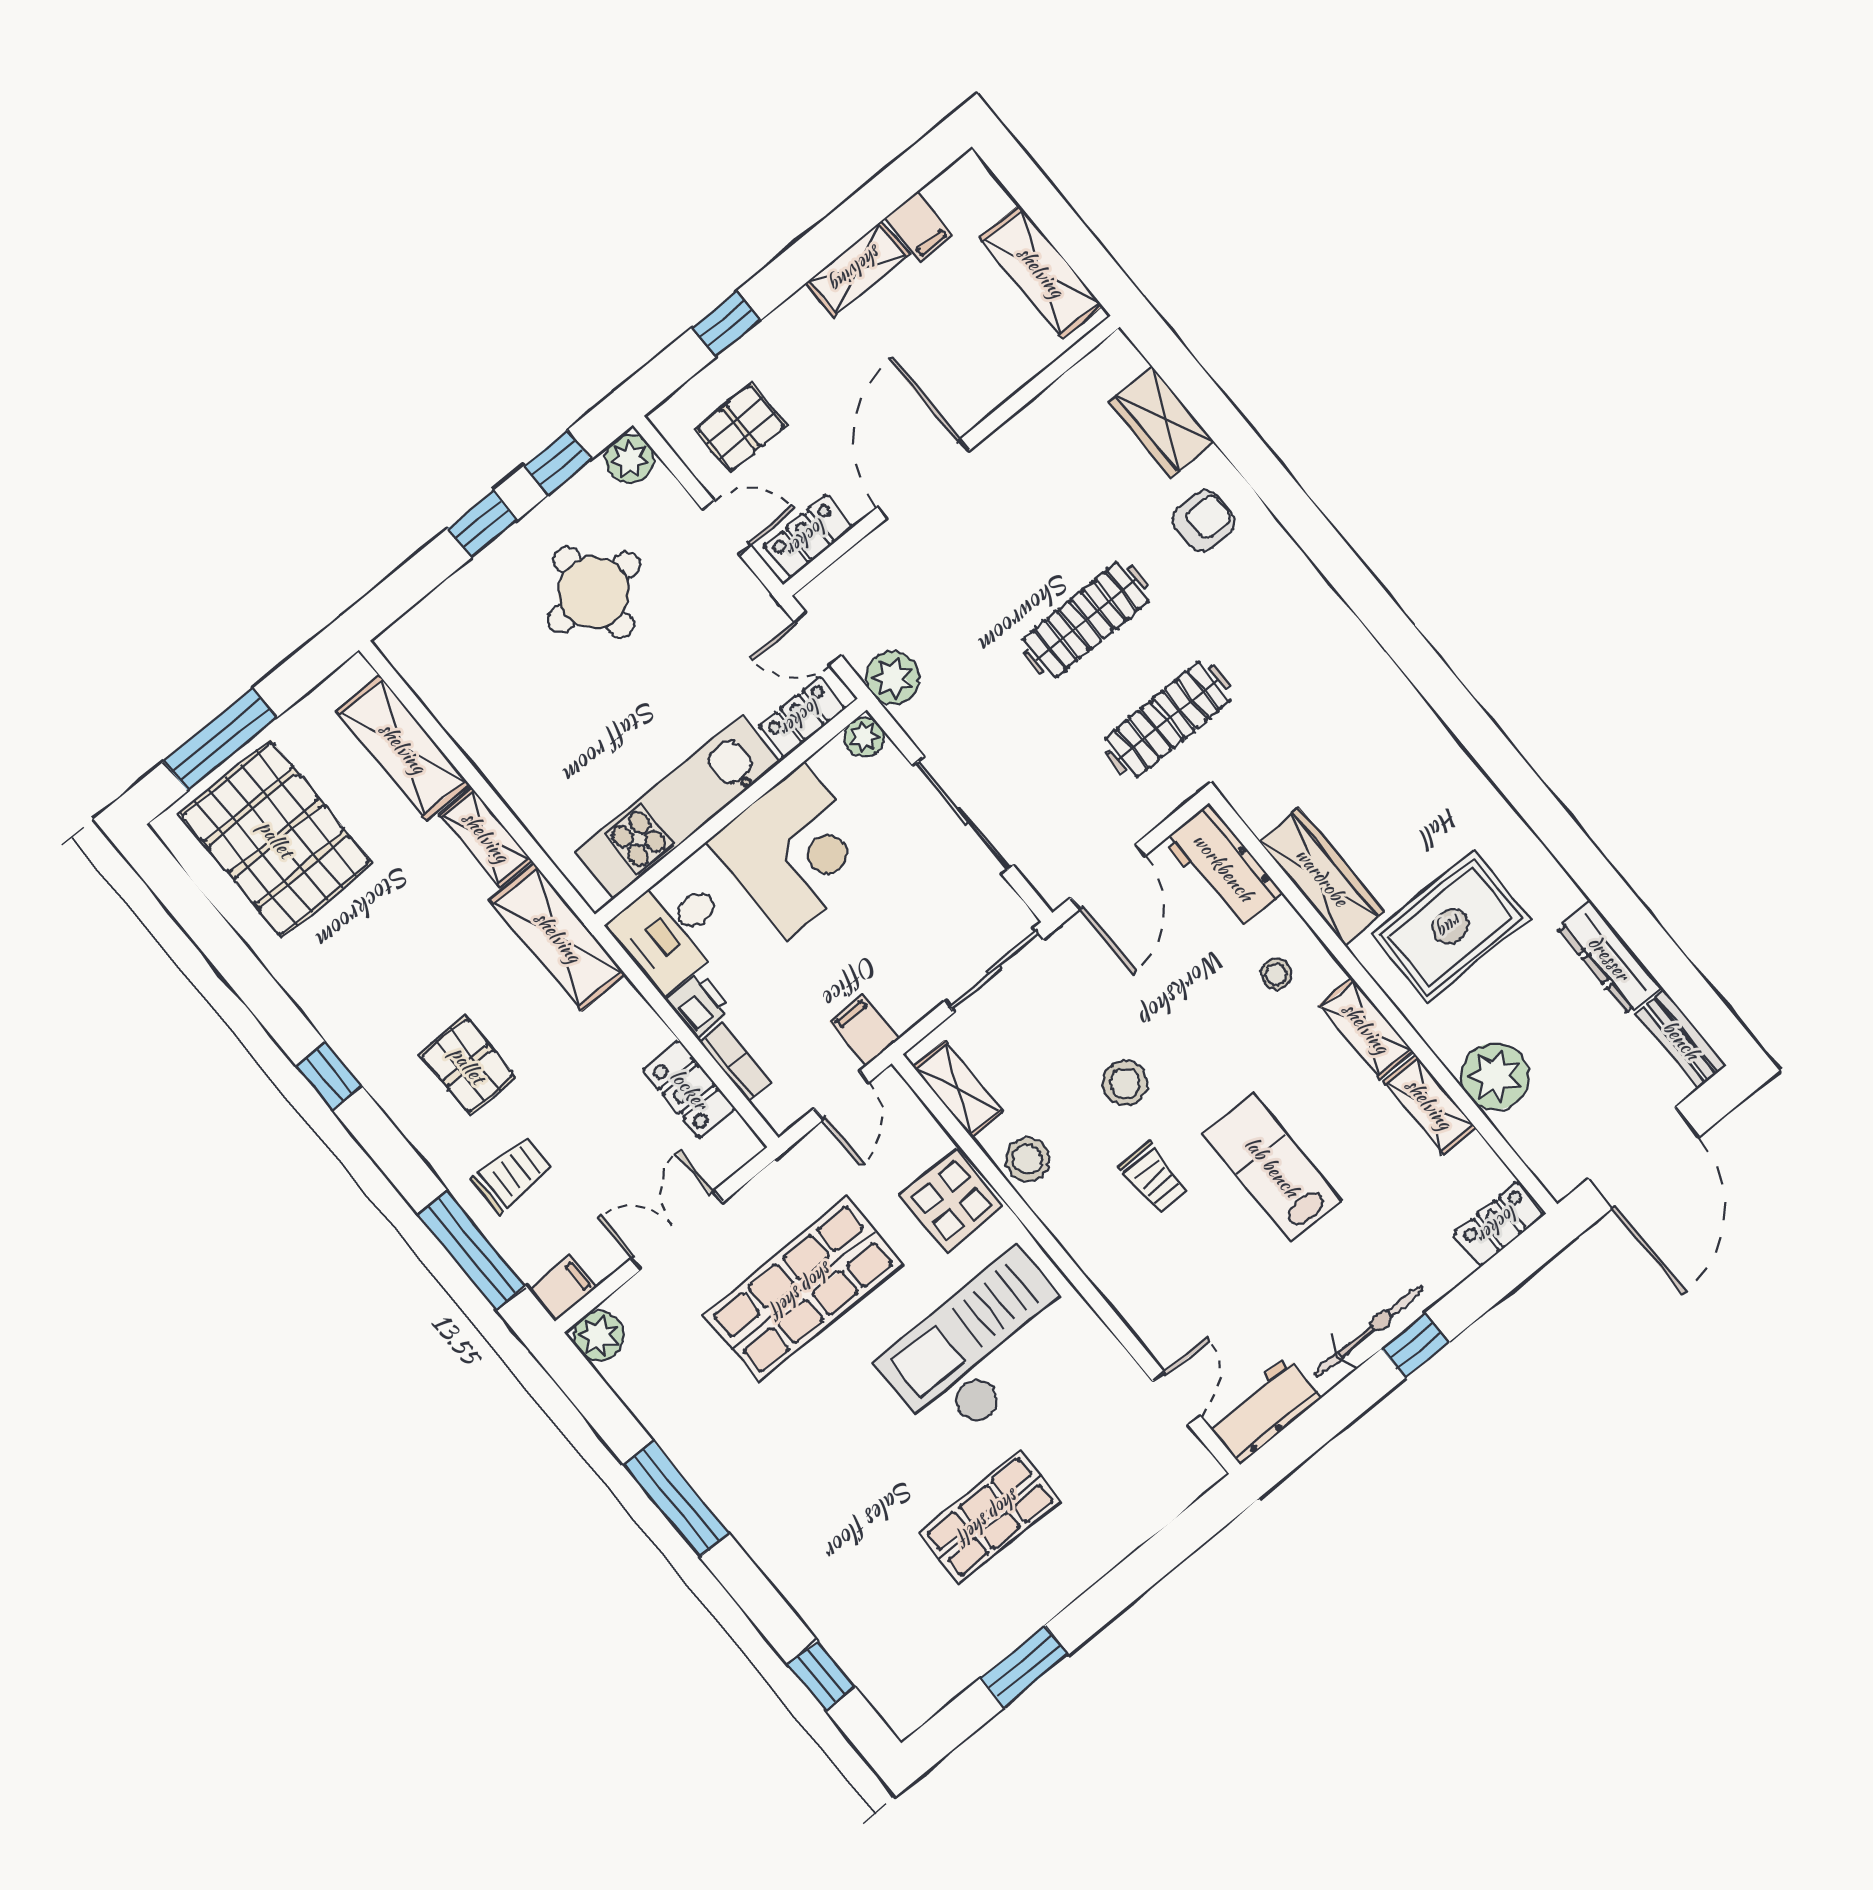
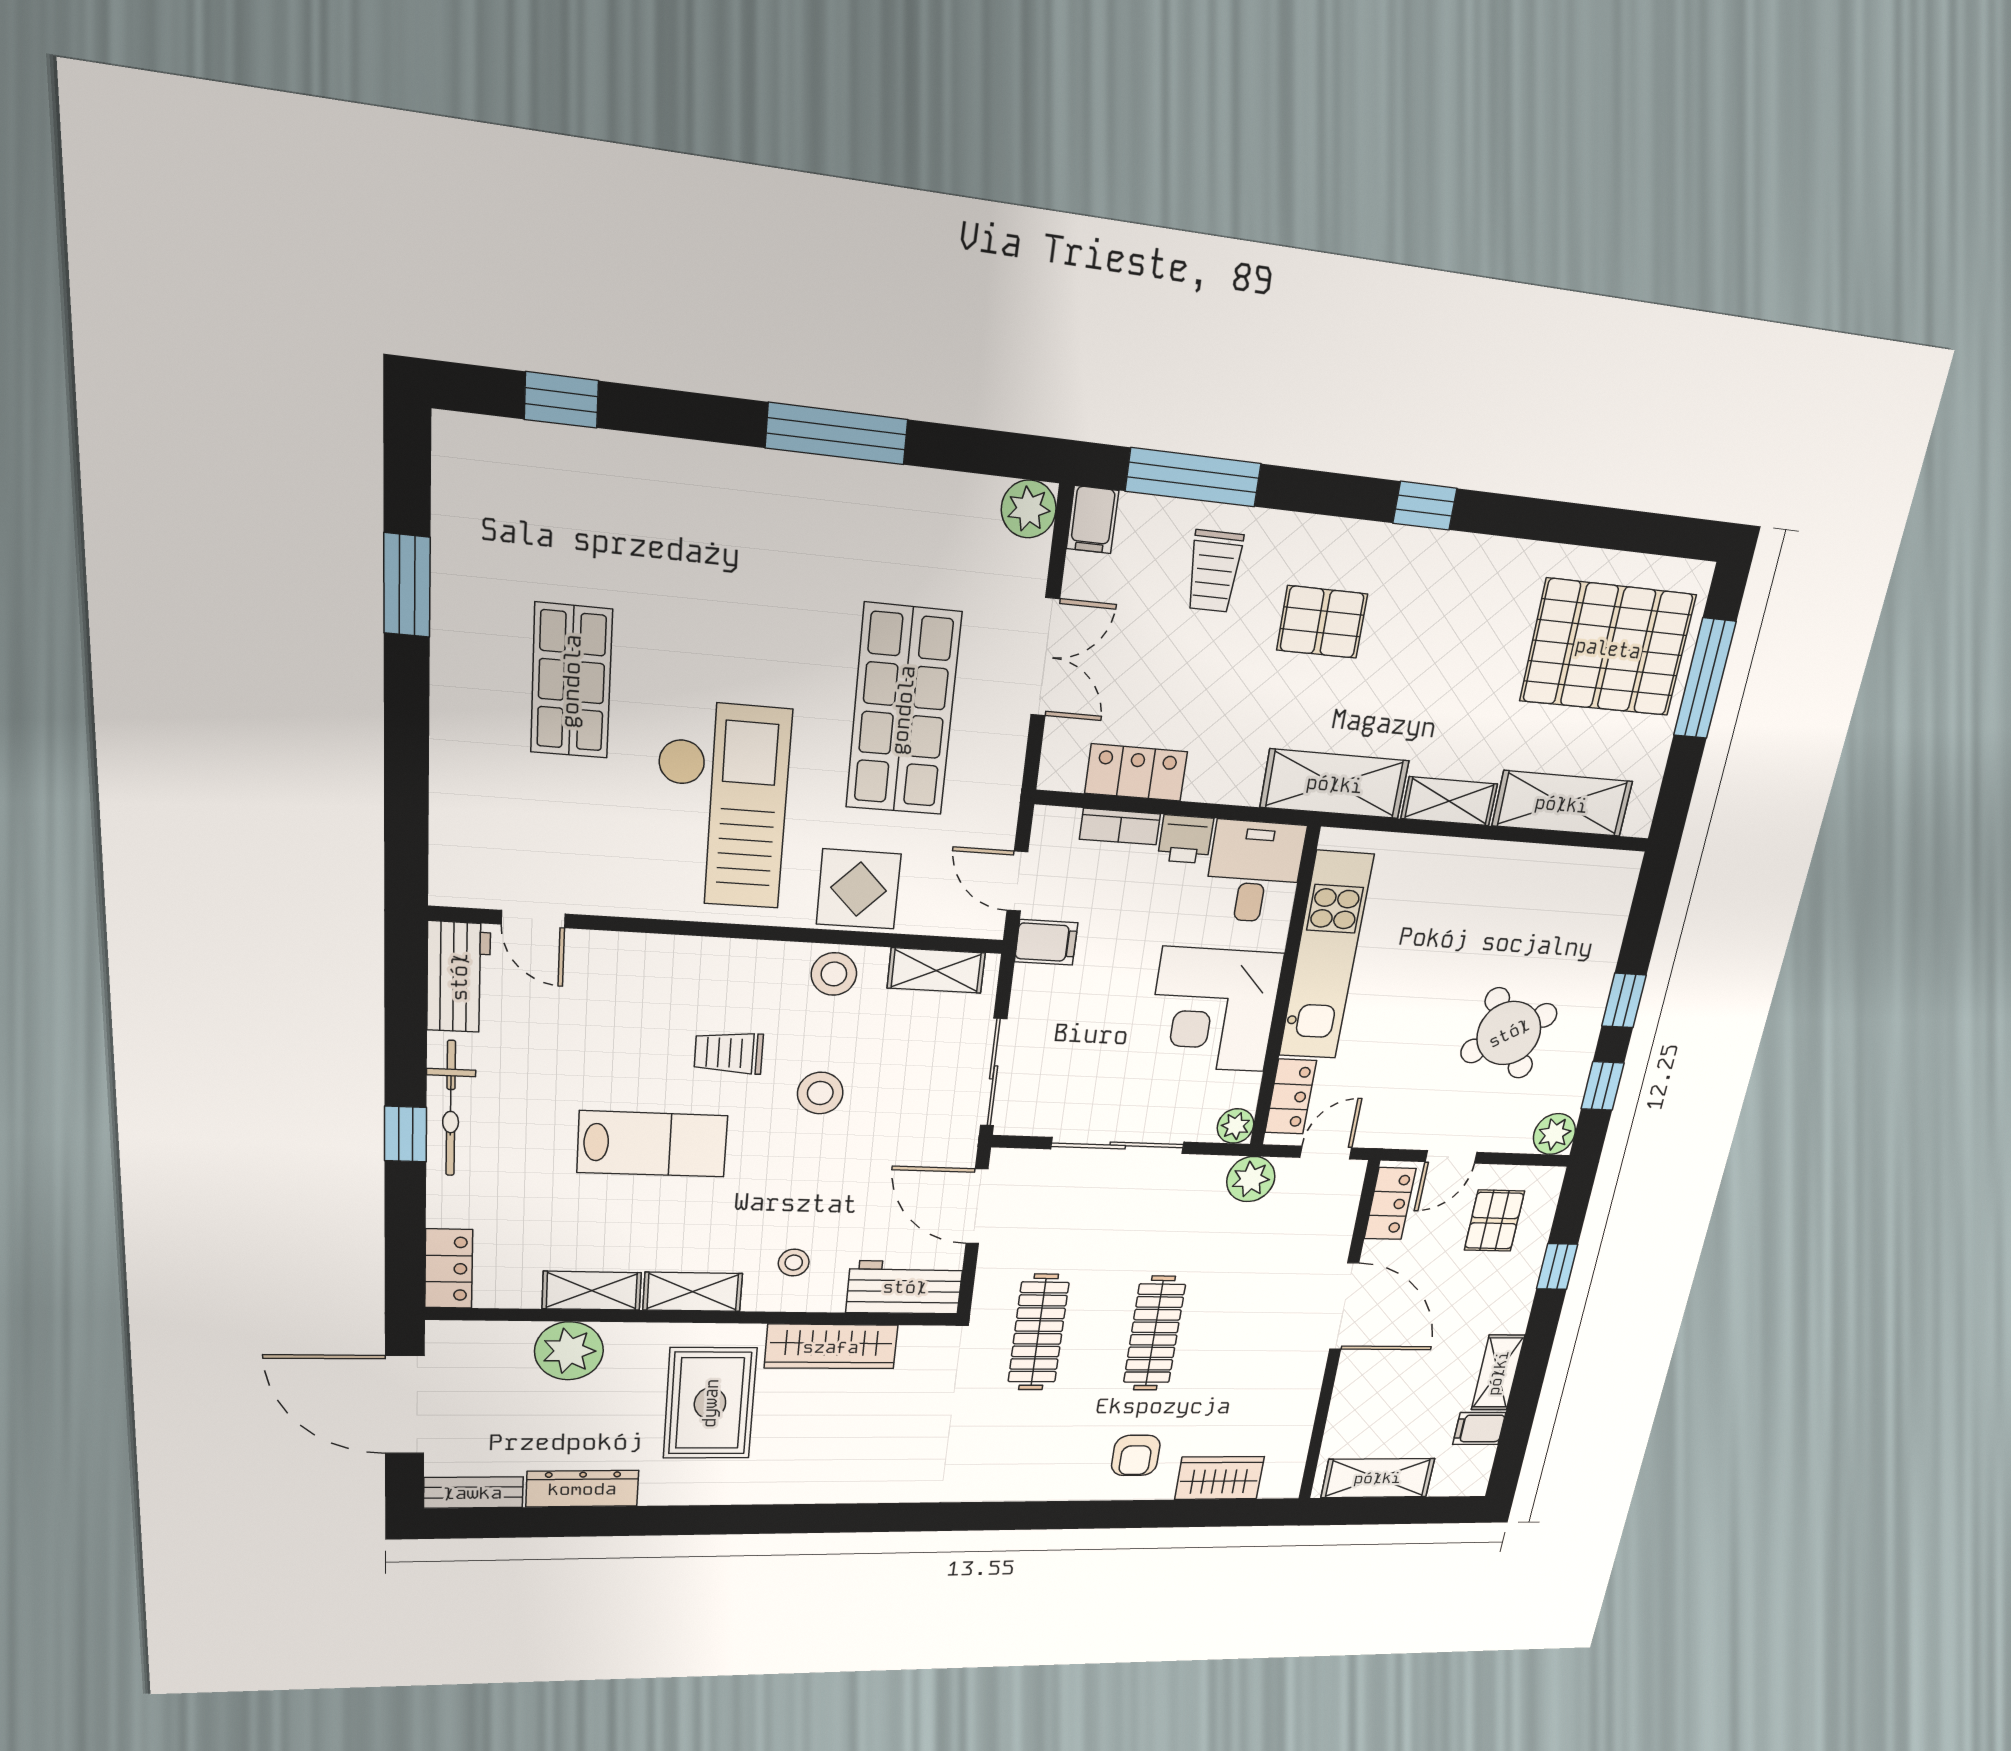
round table: (594, 592) -> (1509, 1033), turned -31

